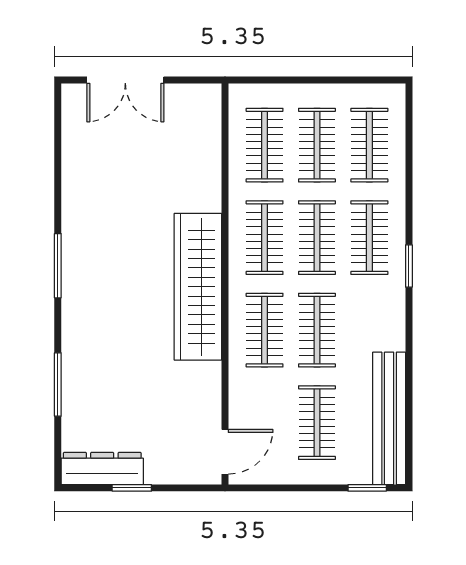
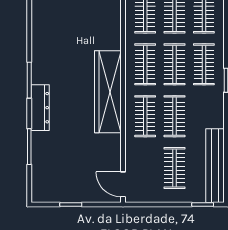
door: (225, 452) -> (123, 184), swing flipped
dresser: (102, 468) -> (40, 108), moved, turned 90

